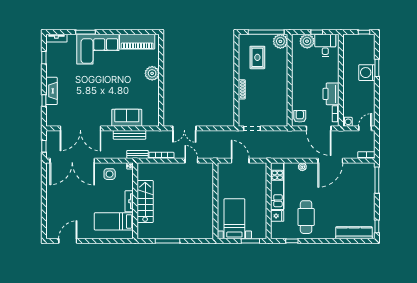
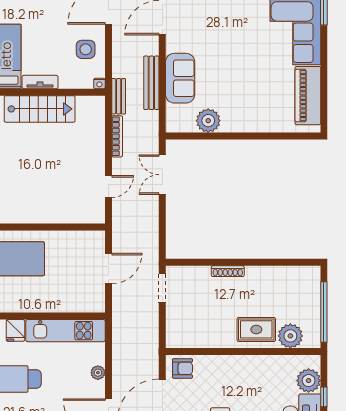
plant: (280, 41) -> (290, 336), moved
rug: (257, 57) -> (256, 329), moved
plant: (152, 73) -> (208, 121), moved

